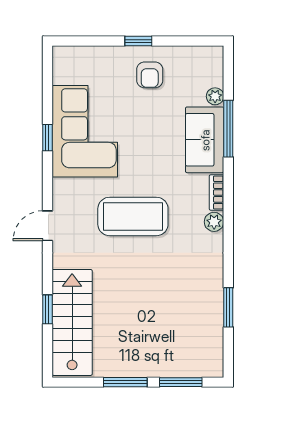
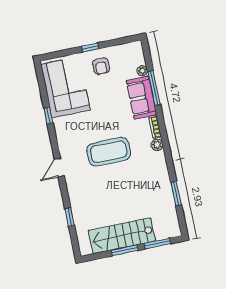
corner sofa: (85, 131) -> (65, 87), moved
stairs: (72, 322) -> (122, 236), moved, turned -90

